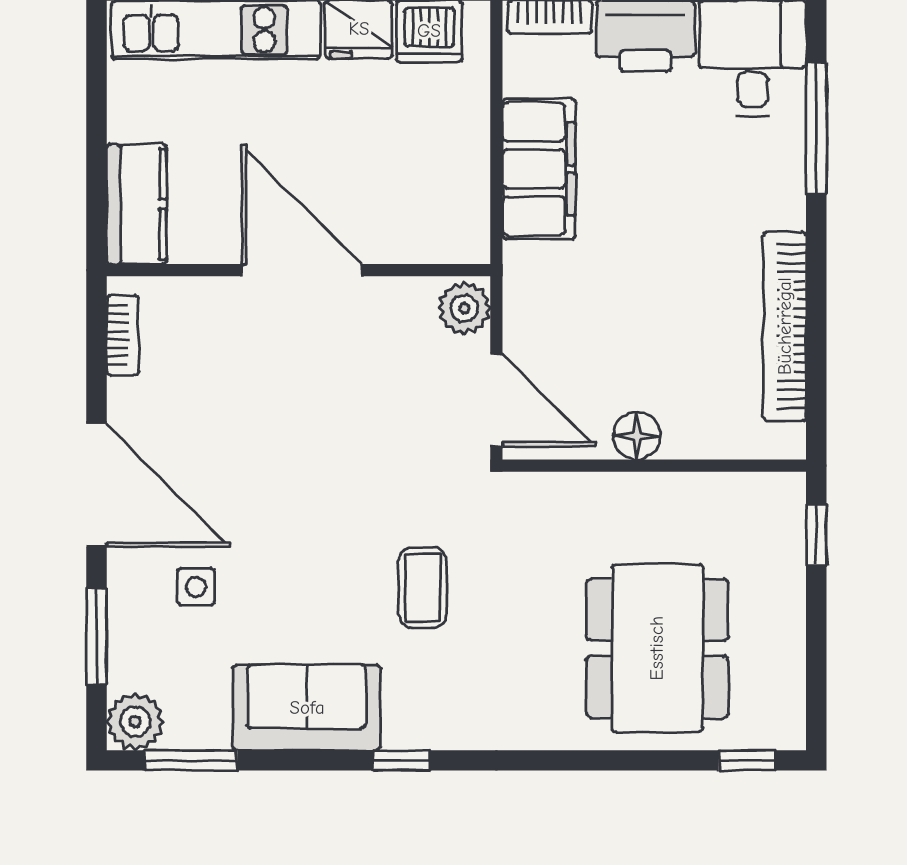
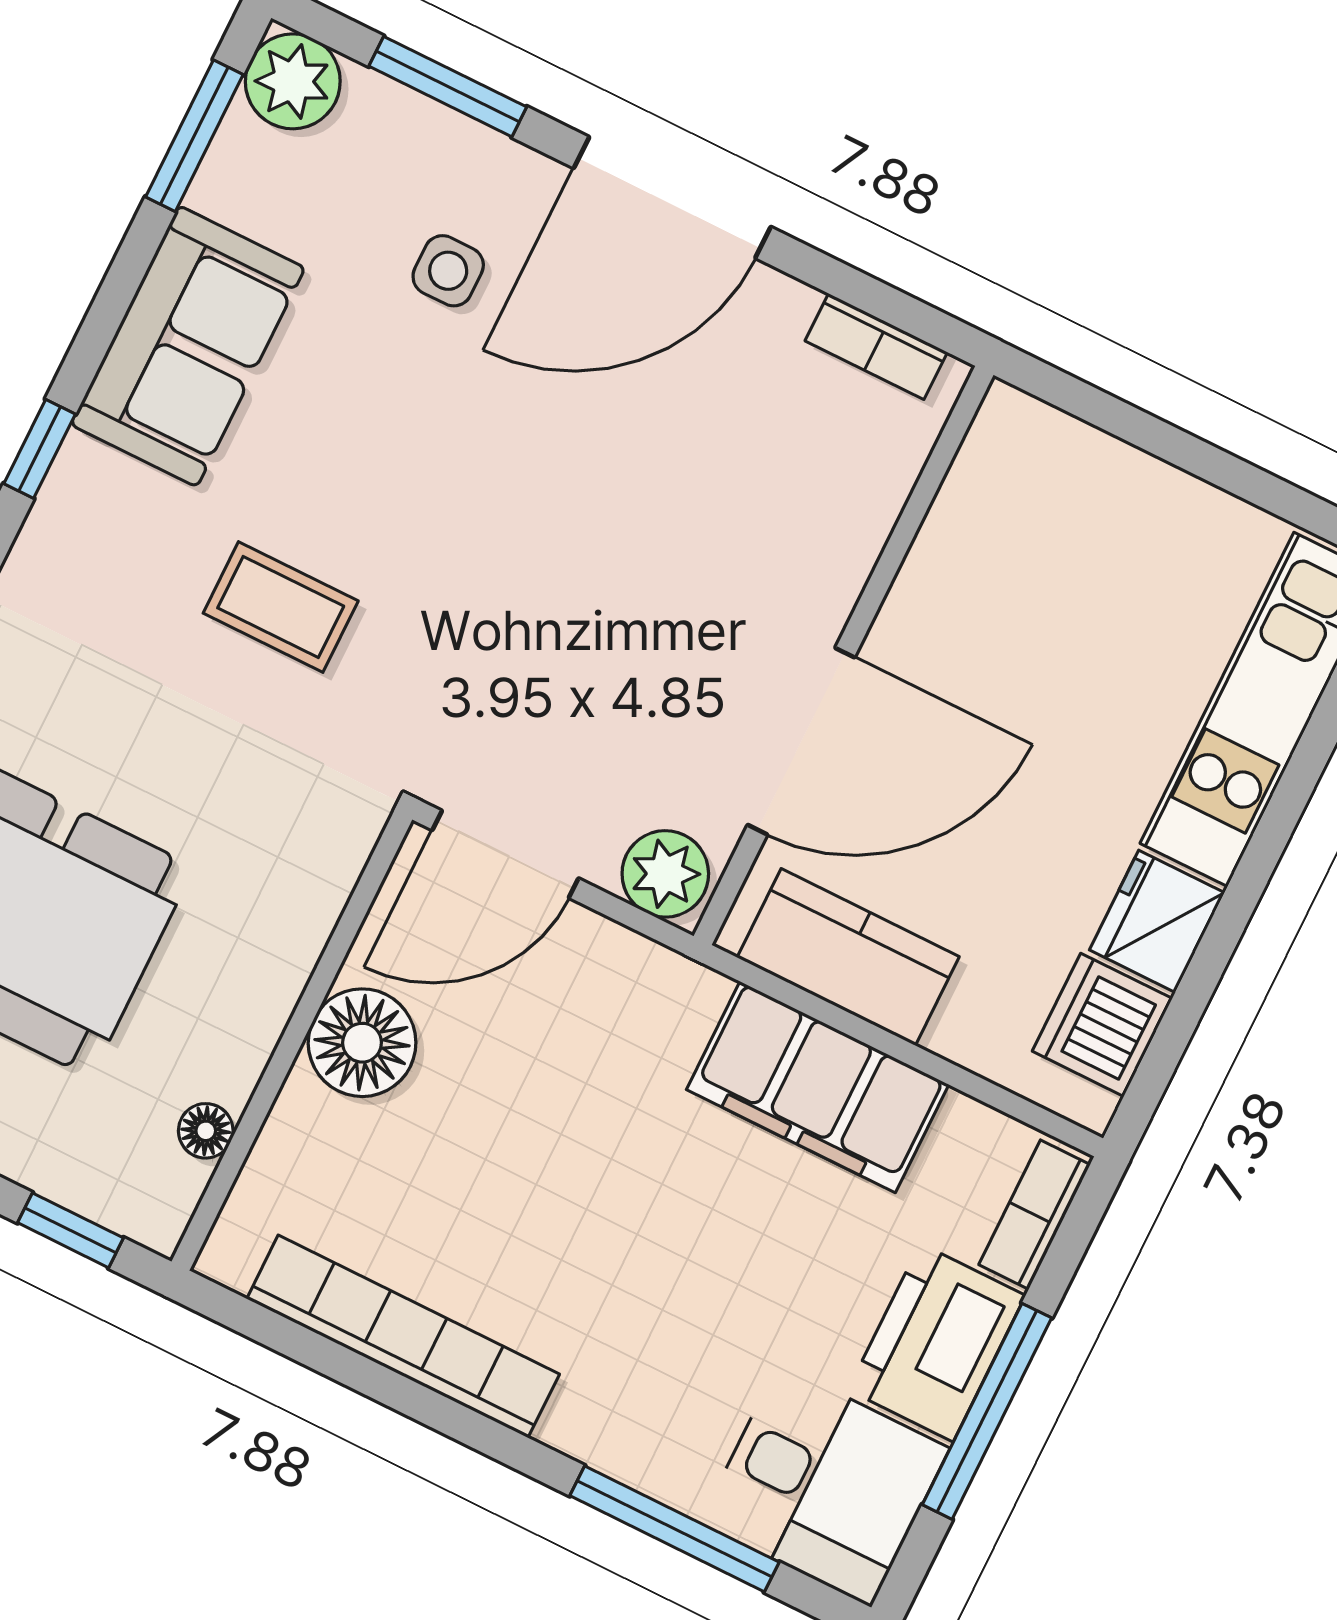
kitchen counter: (137, 204) -> (848, 957), moved, turned 180
door: (302, 270) -> (801, 741), moved
floor lamp: (637, 436) -> (362, 1043), width x1.38, depth x1.38
floor lamp: (726, 488) -> (206, 1131), added

